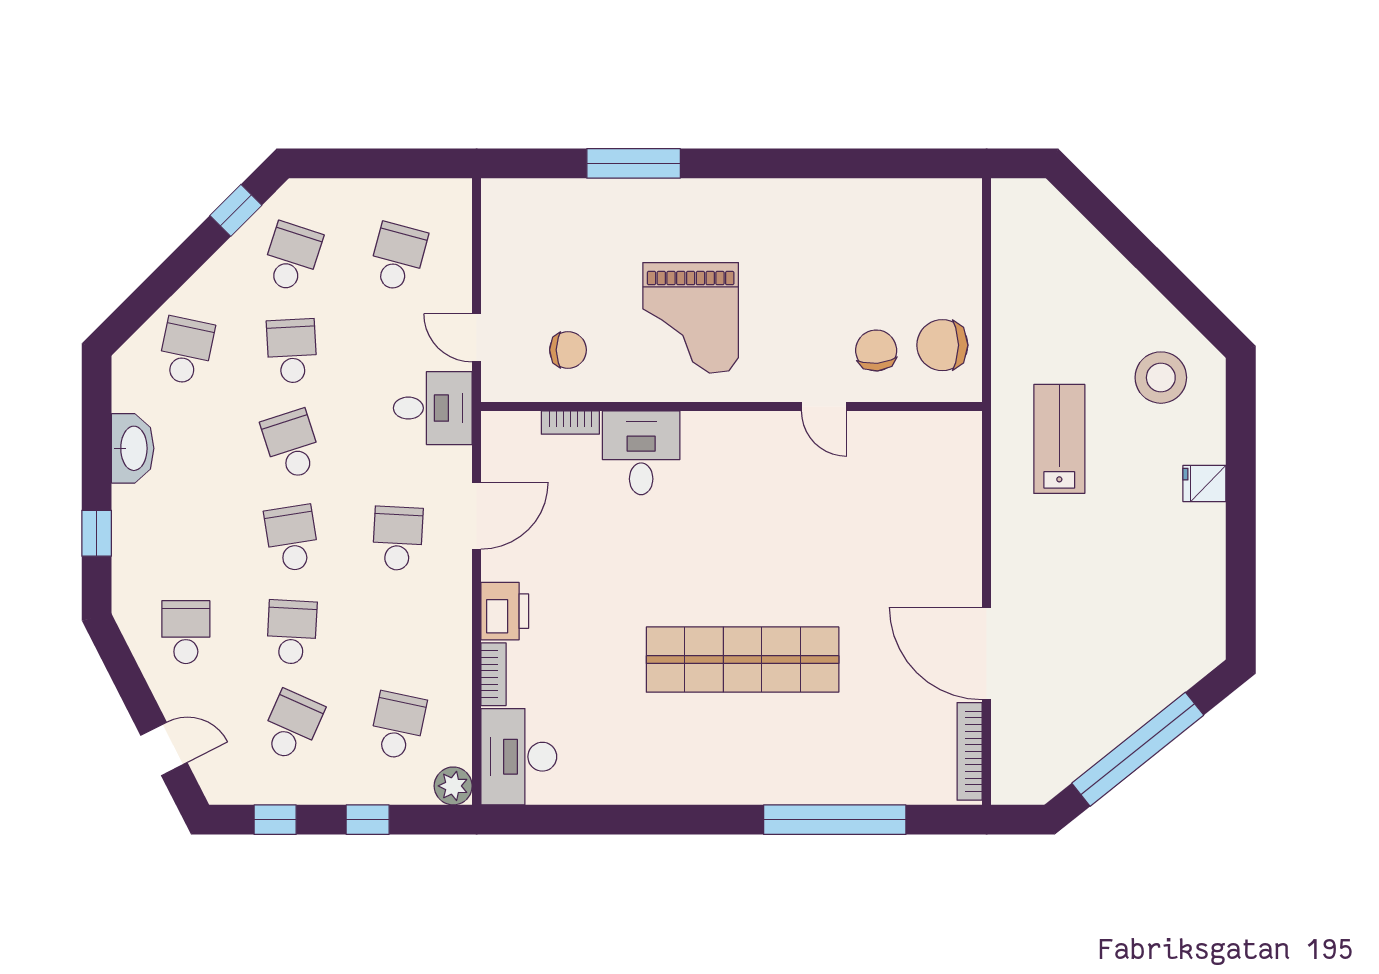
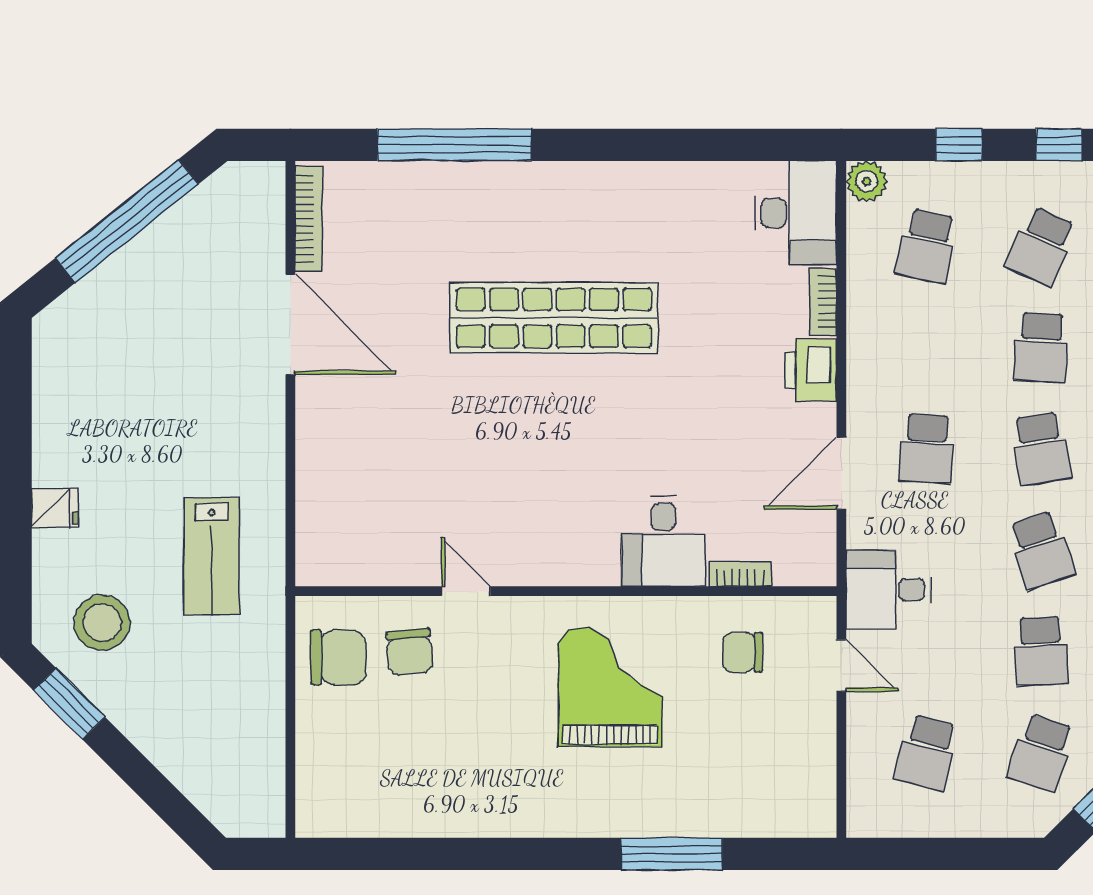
window: (1191, 302) -> (69, 704), added

